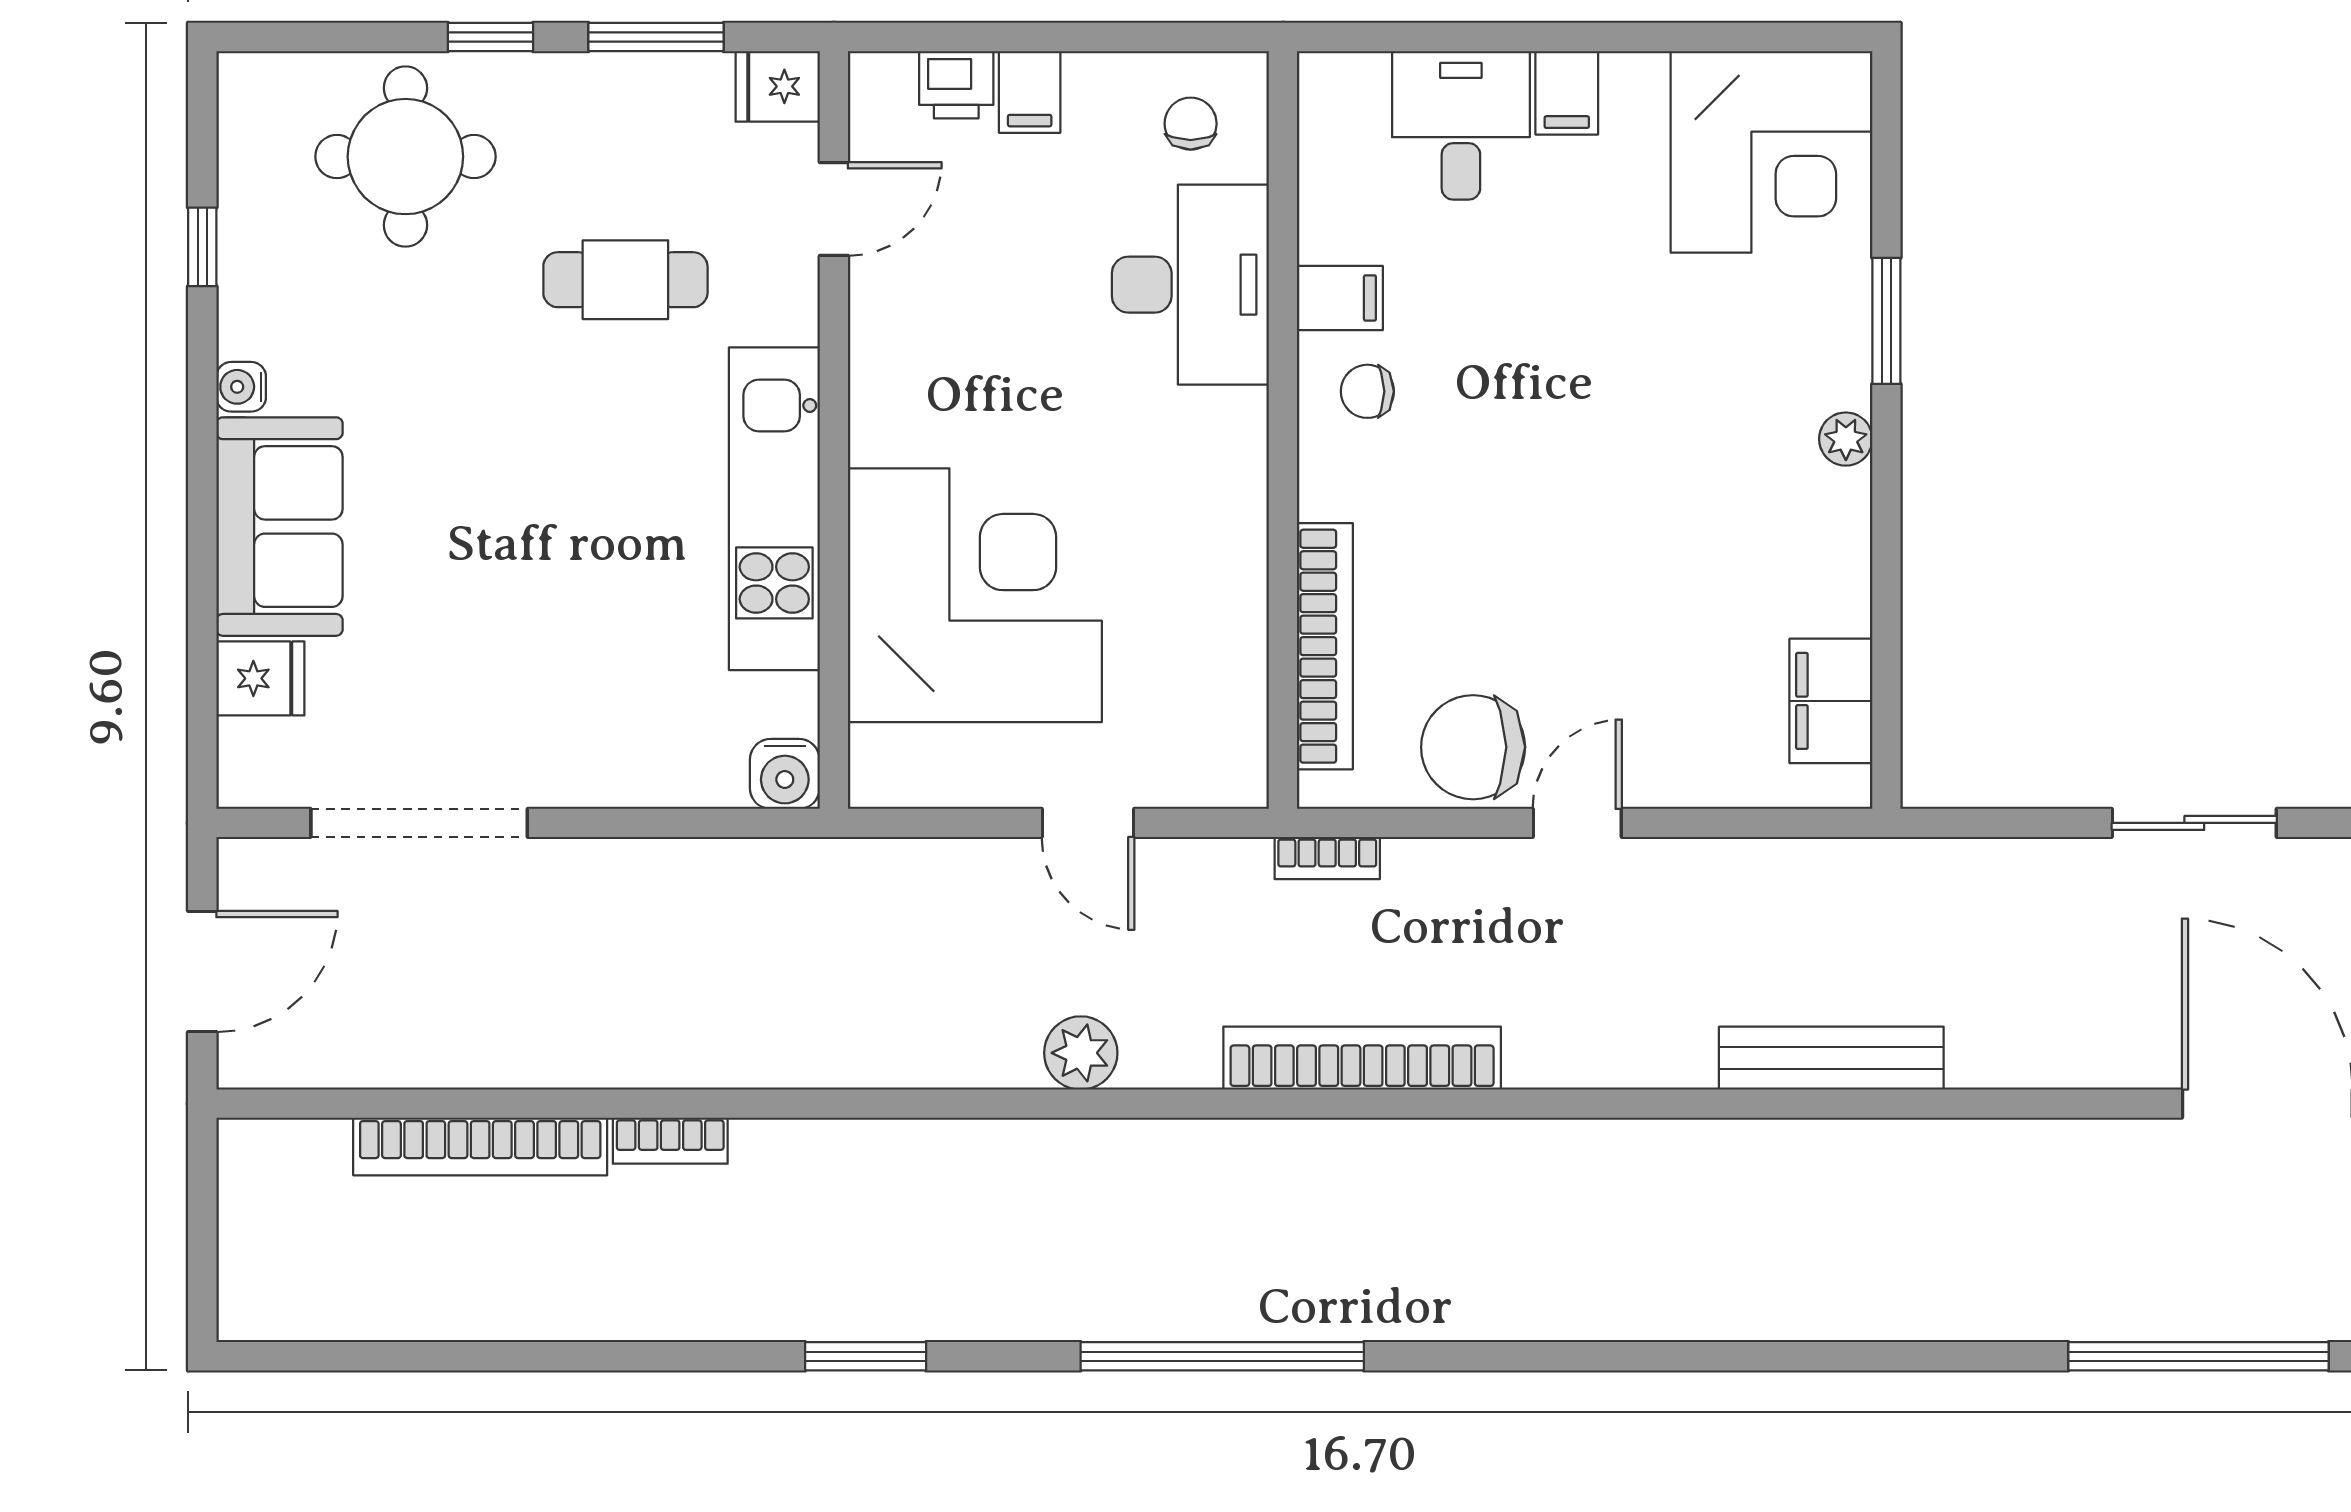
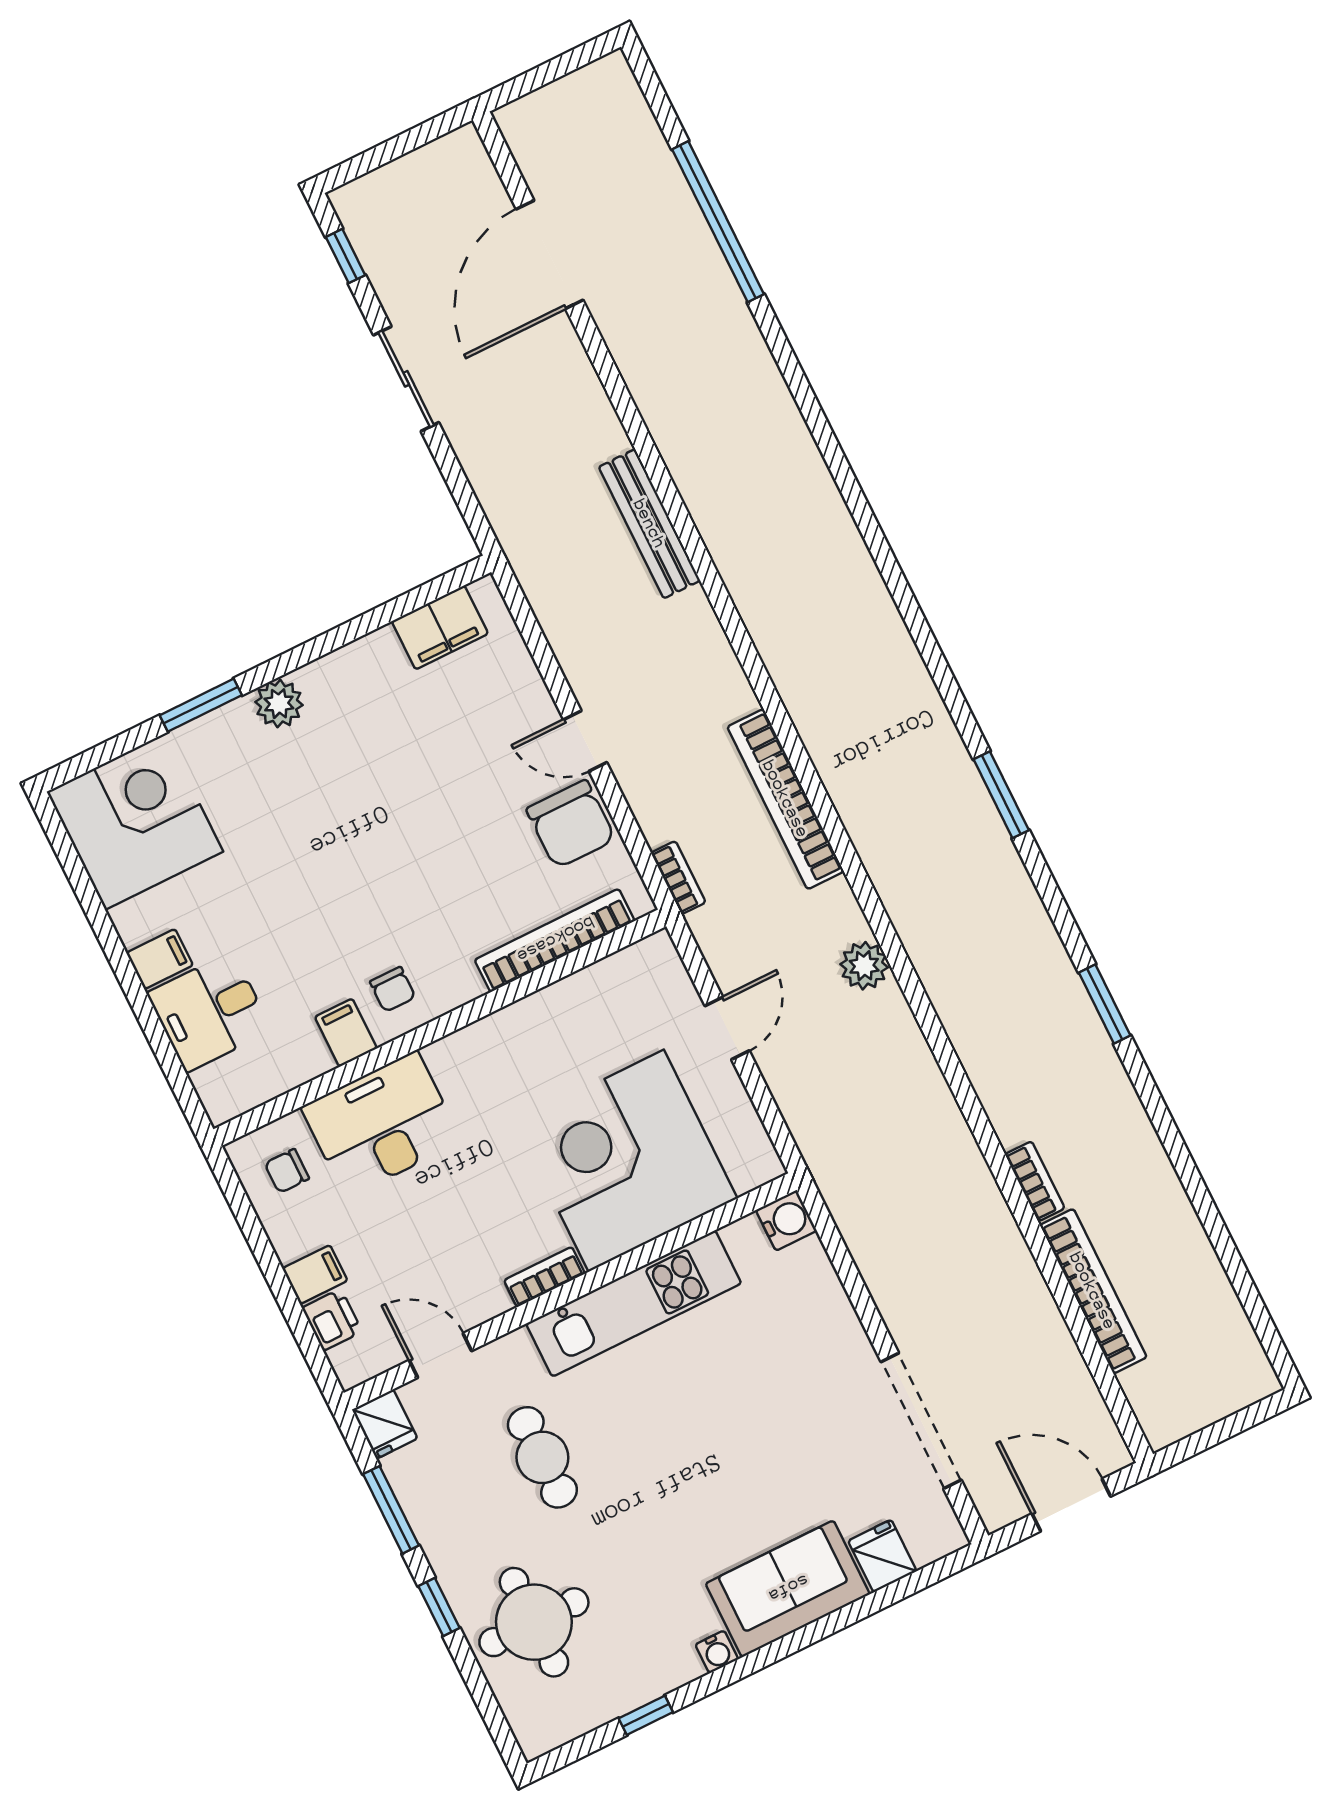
bookcase: (871, 405) -> (544, 1277), added
plant: (1846, 439) -> (279, 704), width x1.38, depth x1.38
window: (1222, 1356) -> (1001, 795), width x0.47

